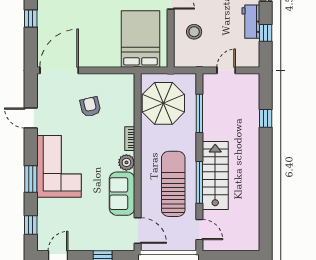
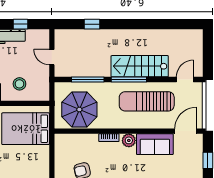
window: (199, 182) -> (129, 80), moved

